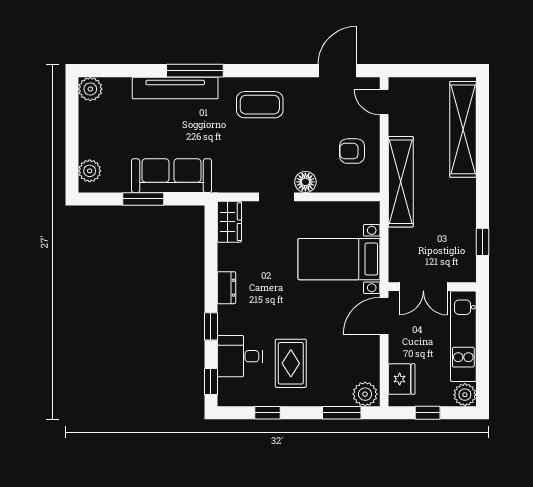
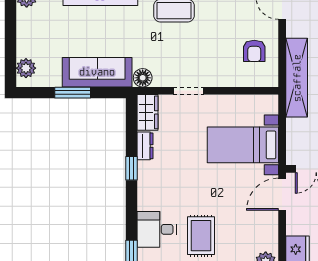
armchair: (352, 151) -> (254, 51), turned -90
floor lamp: (305, 182) -> (143, 78), moved
dresser: (226, 288) -> (145, 146), moved
window: (211, 326) -> (132, 168), moved

